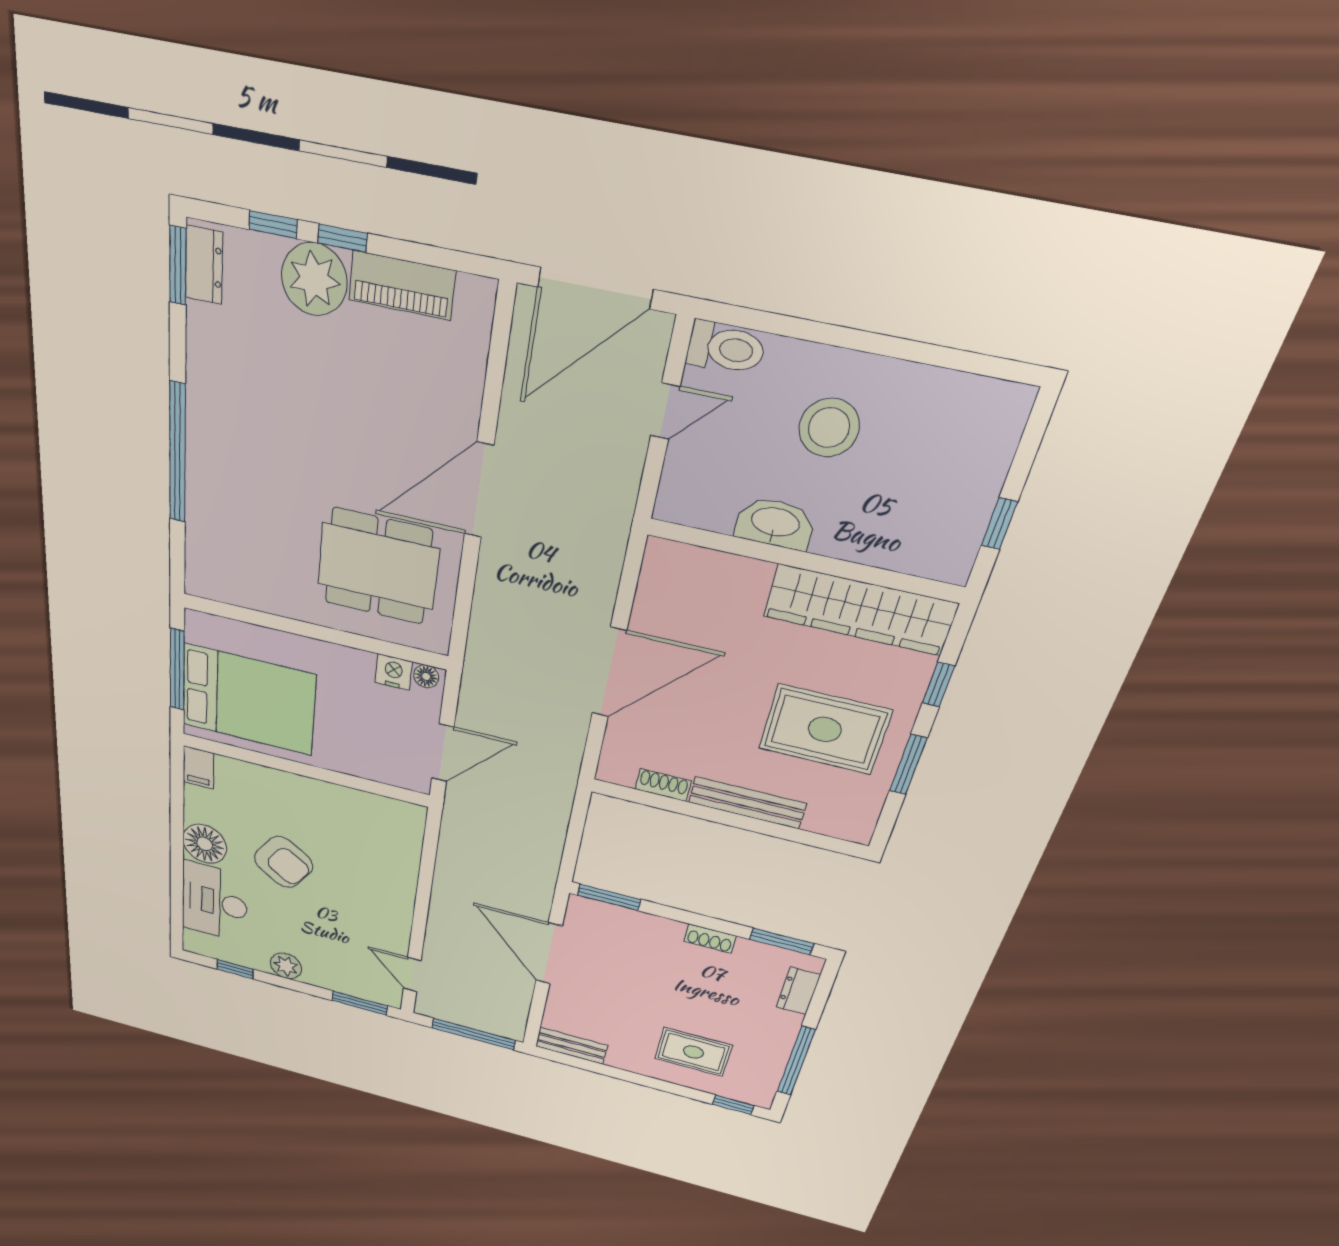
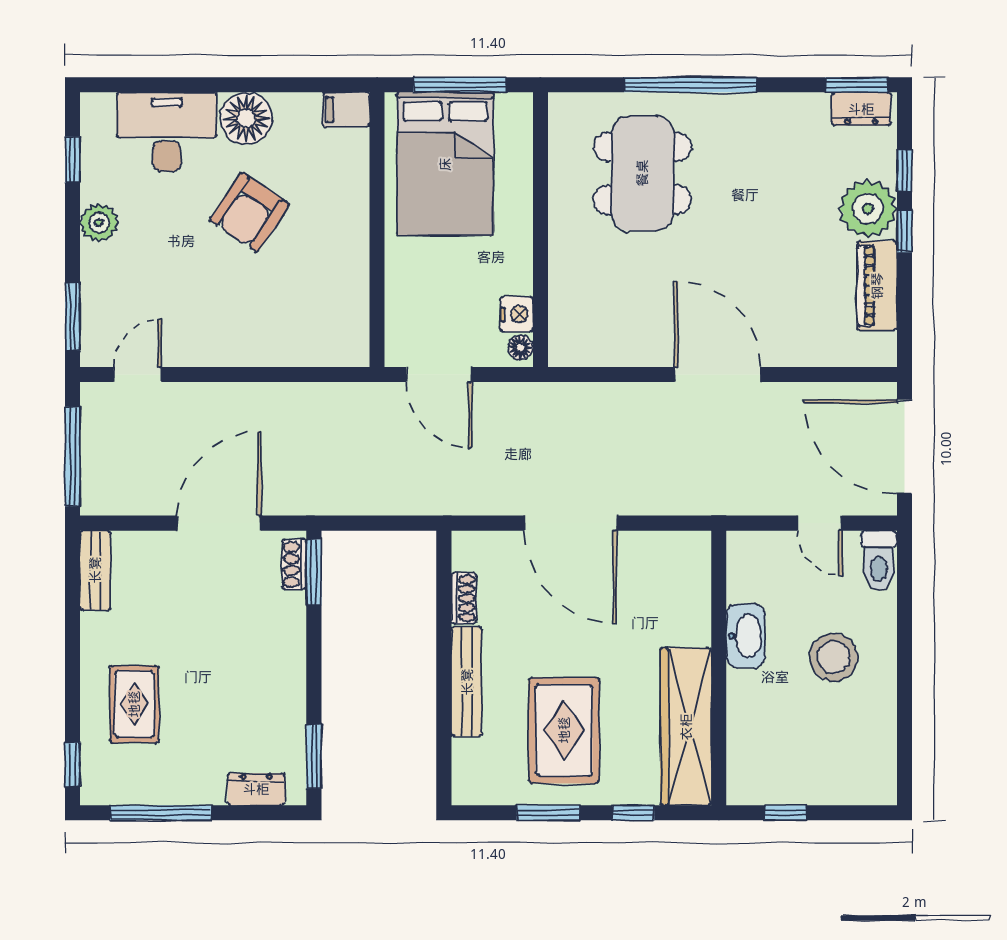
dining table: (378, 566) -> (642, 173), moved
shoe rack: (710, 939) -> (294, 565), moved

